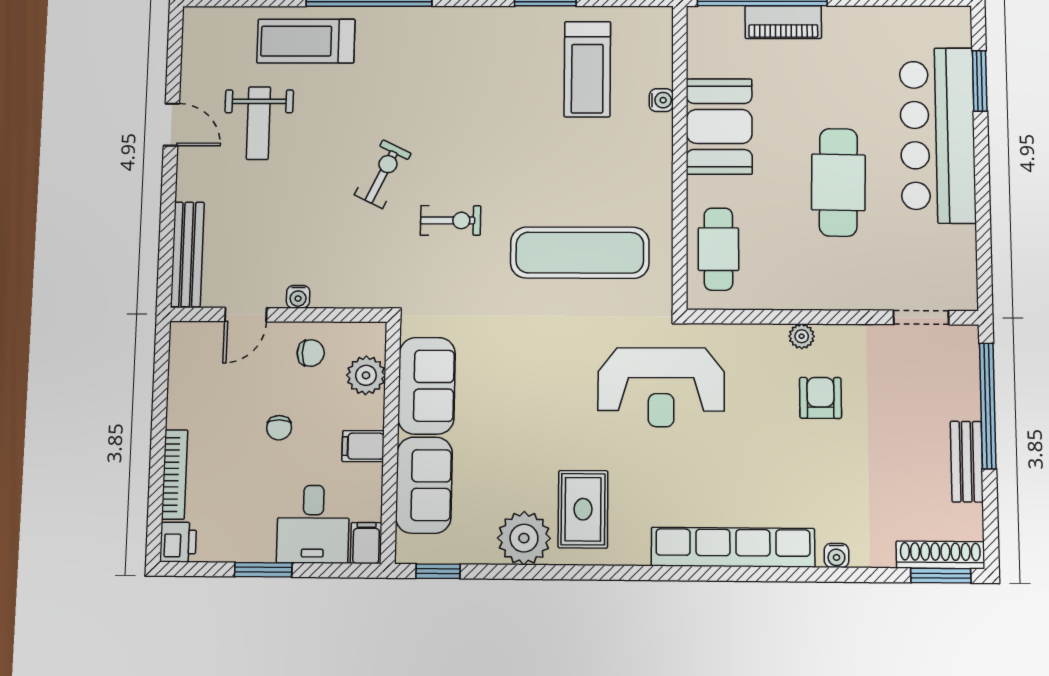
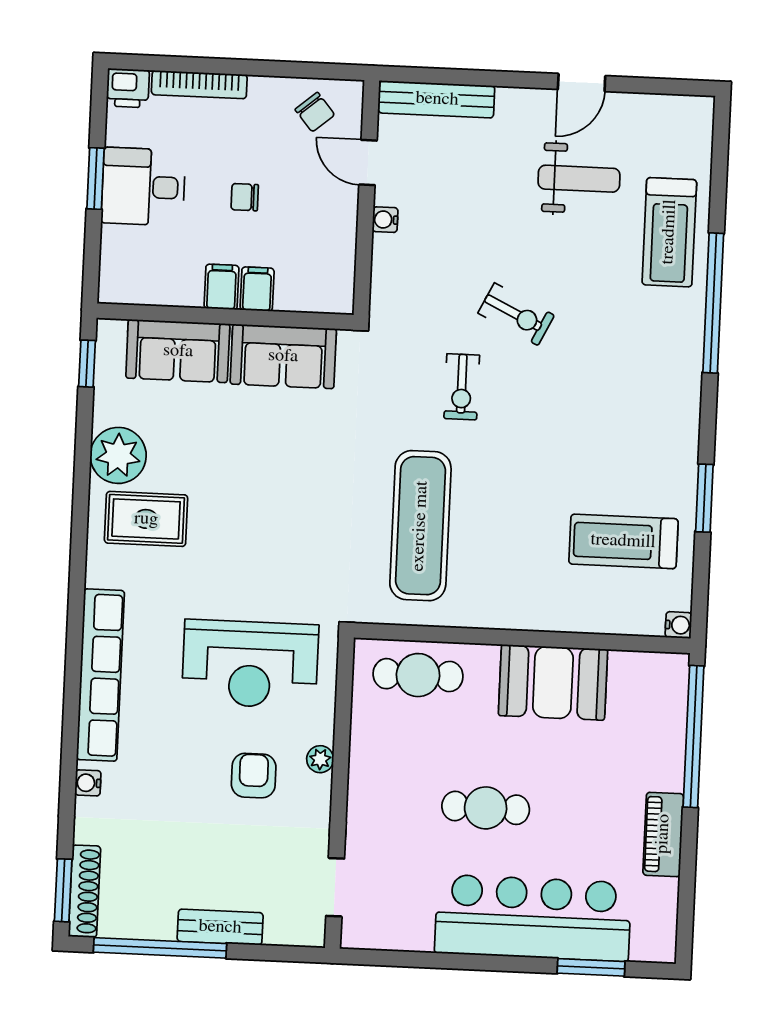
piano: (783, 22) -> (663, 834), moved
treadmill: (306, 41) -> (669, 232), turned 180
water cooler: (661, 100) -> (678, 625), moved, turned -90
weight bench: (258, 123) -> (579, 179), turned 180
cafe table: (838, 182) -> (486, 808), width x0.73, depth x0.74
chair: (311, 353) -> (315, 112), moved, turned -40
plant: (366, 375) -> (297, 292), removed
reception desk: (661, 387) -> (250, 664), moved, turned -90
armchair: (821, 398) -> (254, 776), turned -90
window: (988, 406) -> (160, 948), moved
bench: (967, 462) -> (220, 927), moved
desk: (313, 524) -> (143, 187), moved
filing cabinet: (366, 543) -> (257, 289), moved, turned -90

